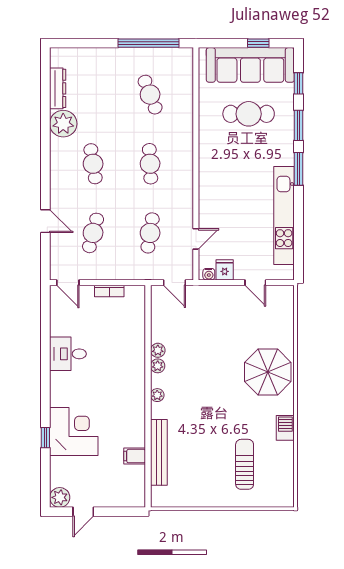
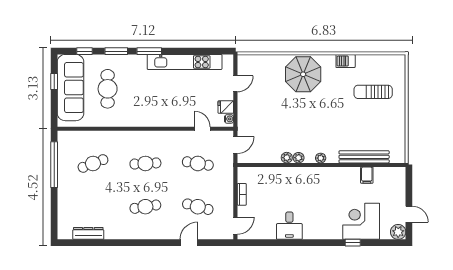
plant: (63, 124) -> (115, 229), removed
corner desk: (74, 432) -> (361, 221), moved

